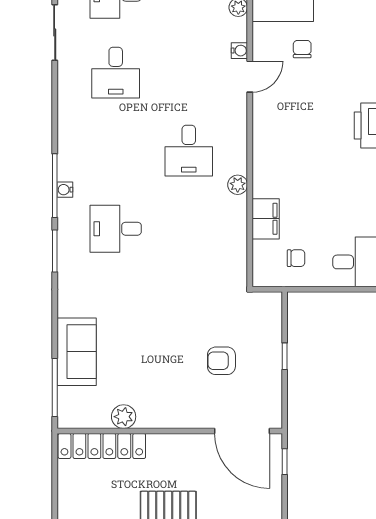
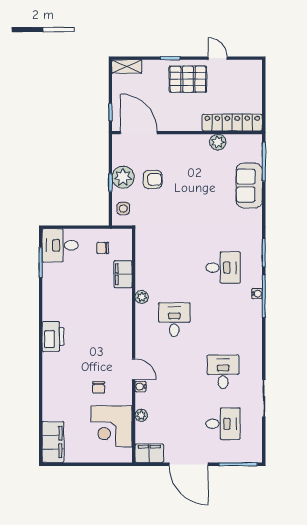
door: (250, 77) -> (134, 369), swing flipped
side table: (265, 317) -> (123, 209), added
plant: (266, 364) -> (123, 177), added

